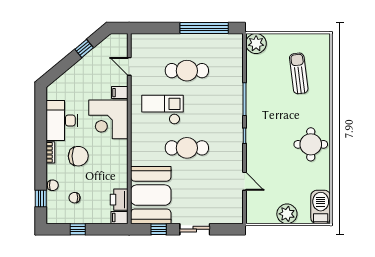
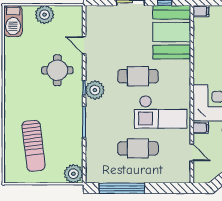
sun lounger: (299, 73) -> (34, 146), width x1.36, depth x1.34
checkout: (163, 110) -> (161, 112), width x1.36, depth x1.21
plant: (233, 133) -> (95, 90), added
round table: (311, 144) -> (57, 70), moved
printer: (119, 200) -> (201, 28), removed

